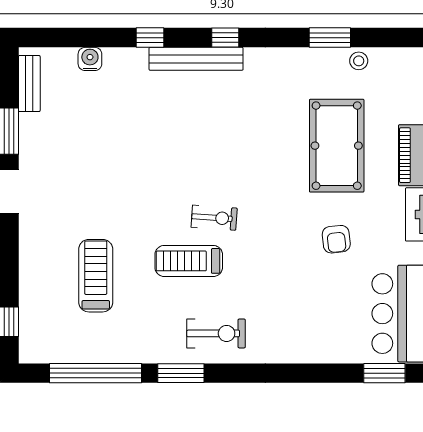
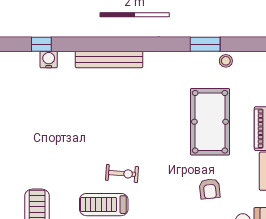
window: (150, 38) -> (41, 44), moved
window: (225, 38) -> (130, 44), removed
water cooler: (90, 59) -> (49, 60), moved

